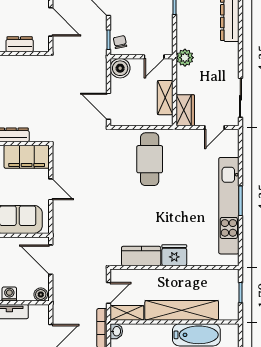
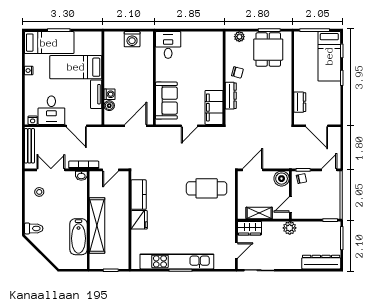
door: (51, 22) -> (317, 126), hinge flipped
door: (154, 57) -> (290, 205), hinge flipped
door: (215, 127) -> (236, 250), swing flipped
cafe table: (150, 159) -> (207, 188), moved
door: (109, 293) -> (110, 170), hinge flipped
boiler: (41, 295) -> (109, 106), moved
shelving: (127, 313) -> (95, 184), removed

